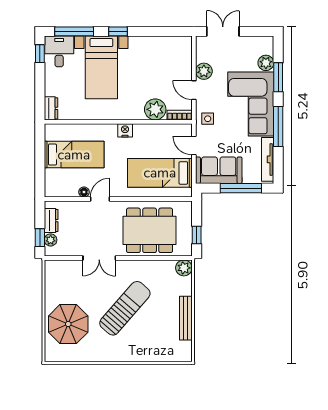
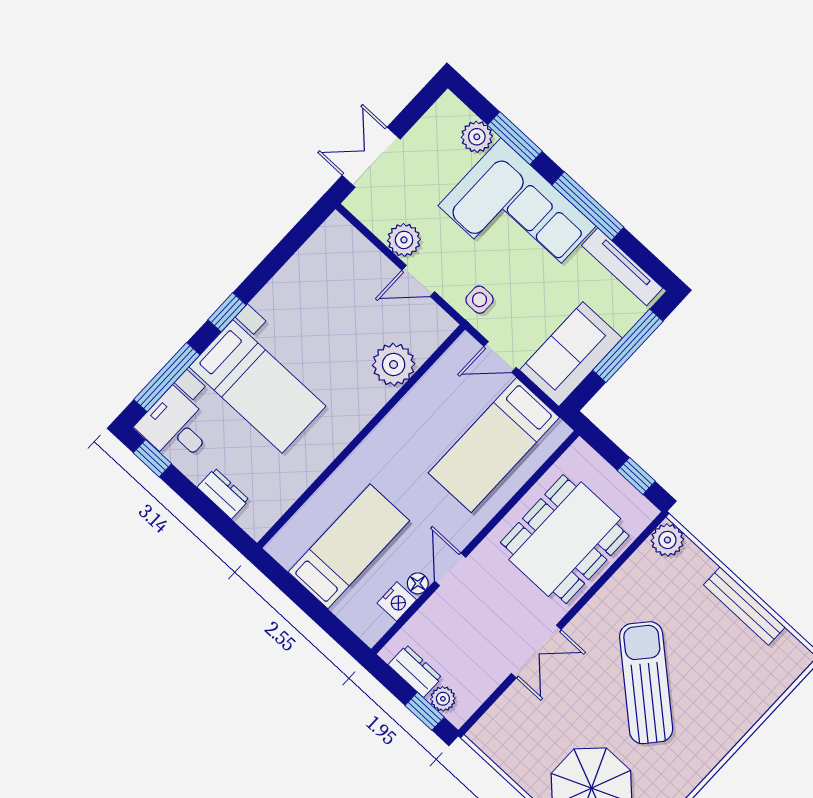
dresser: (51, 108) -> (223, 494), moved
bookcase: (180, 115) -> (435, 336), removed
nightstand: (125, 130) -> (397, 602), moved, turned 180

